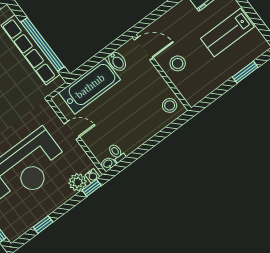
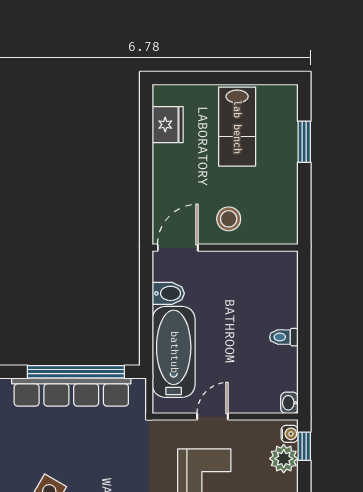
stool: (170, 105) -> (274, 269), removed
toilet: (117, 153) -> (284, 337), moved

